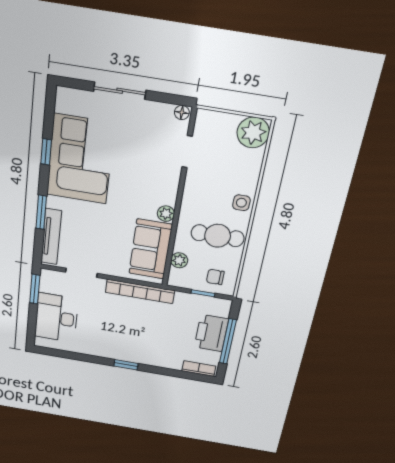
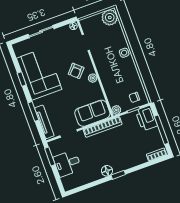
armchair: (145, 188) -> (76, 71), added
cafe table: (218, 236) -> (123, 75), removed
sofa: (150, 249) -> (92, 113), moved, turned 90
plant: (179, 260) -> (116, 110), moved
desk: (56, 318) -> (67, 163), width x0.73
printer: (211, 333) -> (146, 118), moved
floor lamp: (112, 351) -> (107, 171), added

